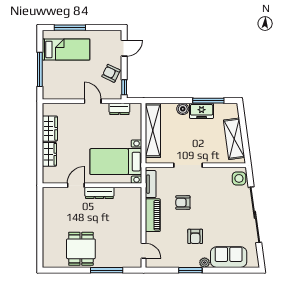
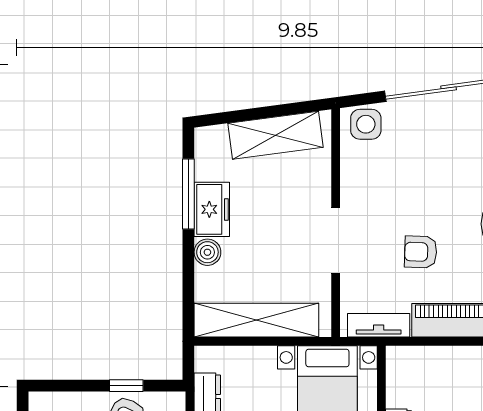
door: (124, 48) -> (69, 386), removed
window: (124, 87) -> (126, 386), moved
armchair: (183, 203) -> (421, 252), turned 92

